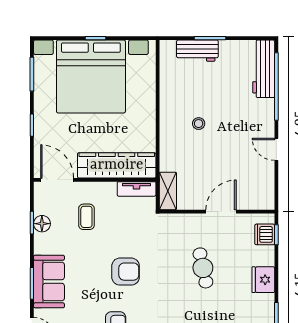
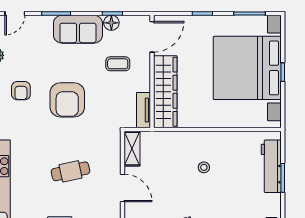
workbench: (197, 51) -> (271, 166), width x1.37
shelving: (168, 191) -> (132, 149), moved, turned 90
armchair: (126, 272) -> (67, 100), width x1.36, depth x1.36
sofa: (49, 282) -> (78, 29), moved

